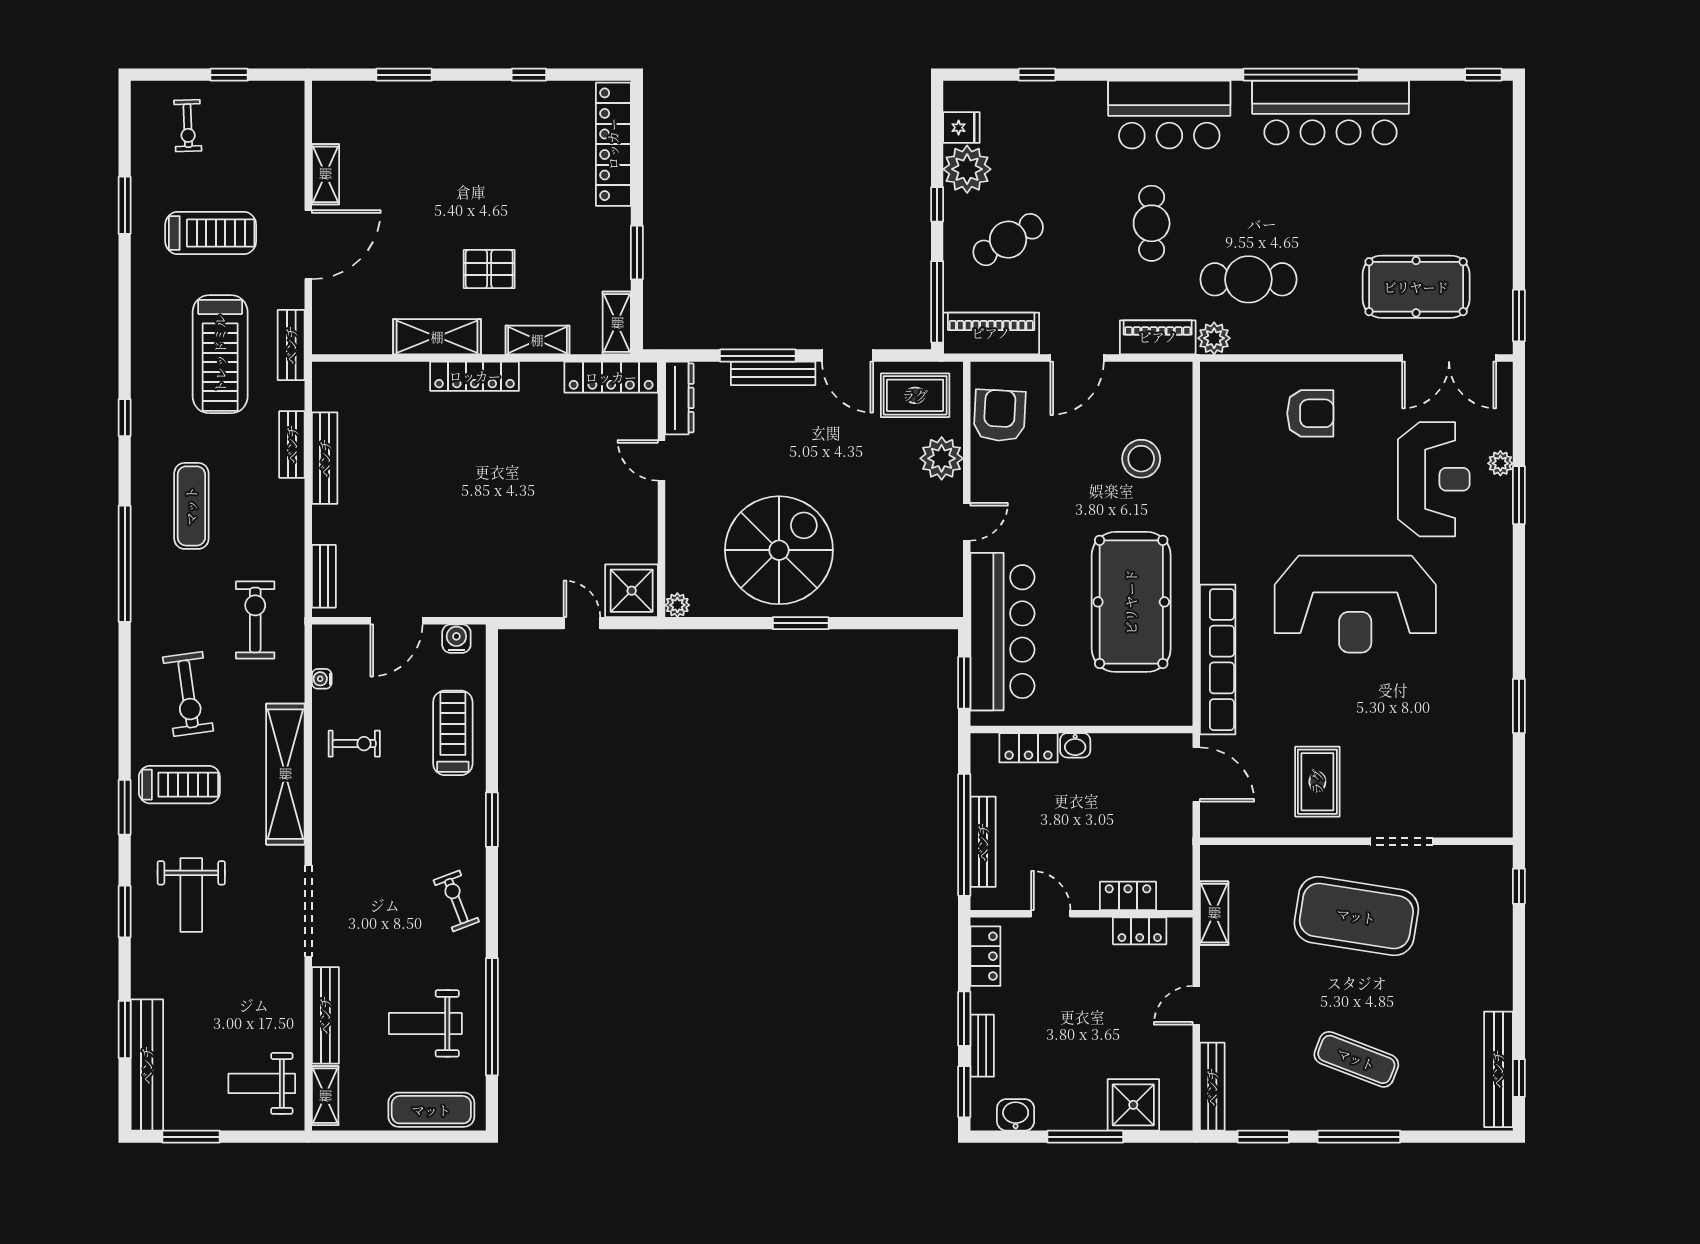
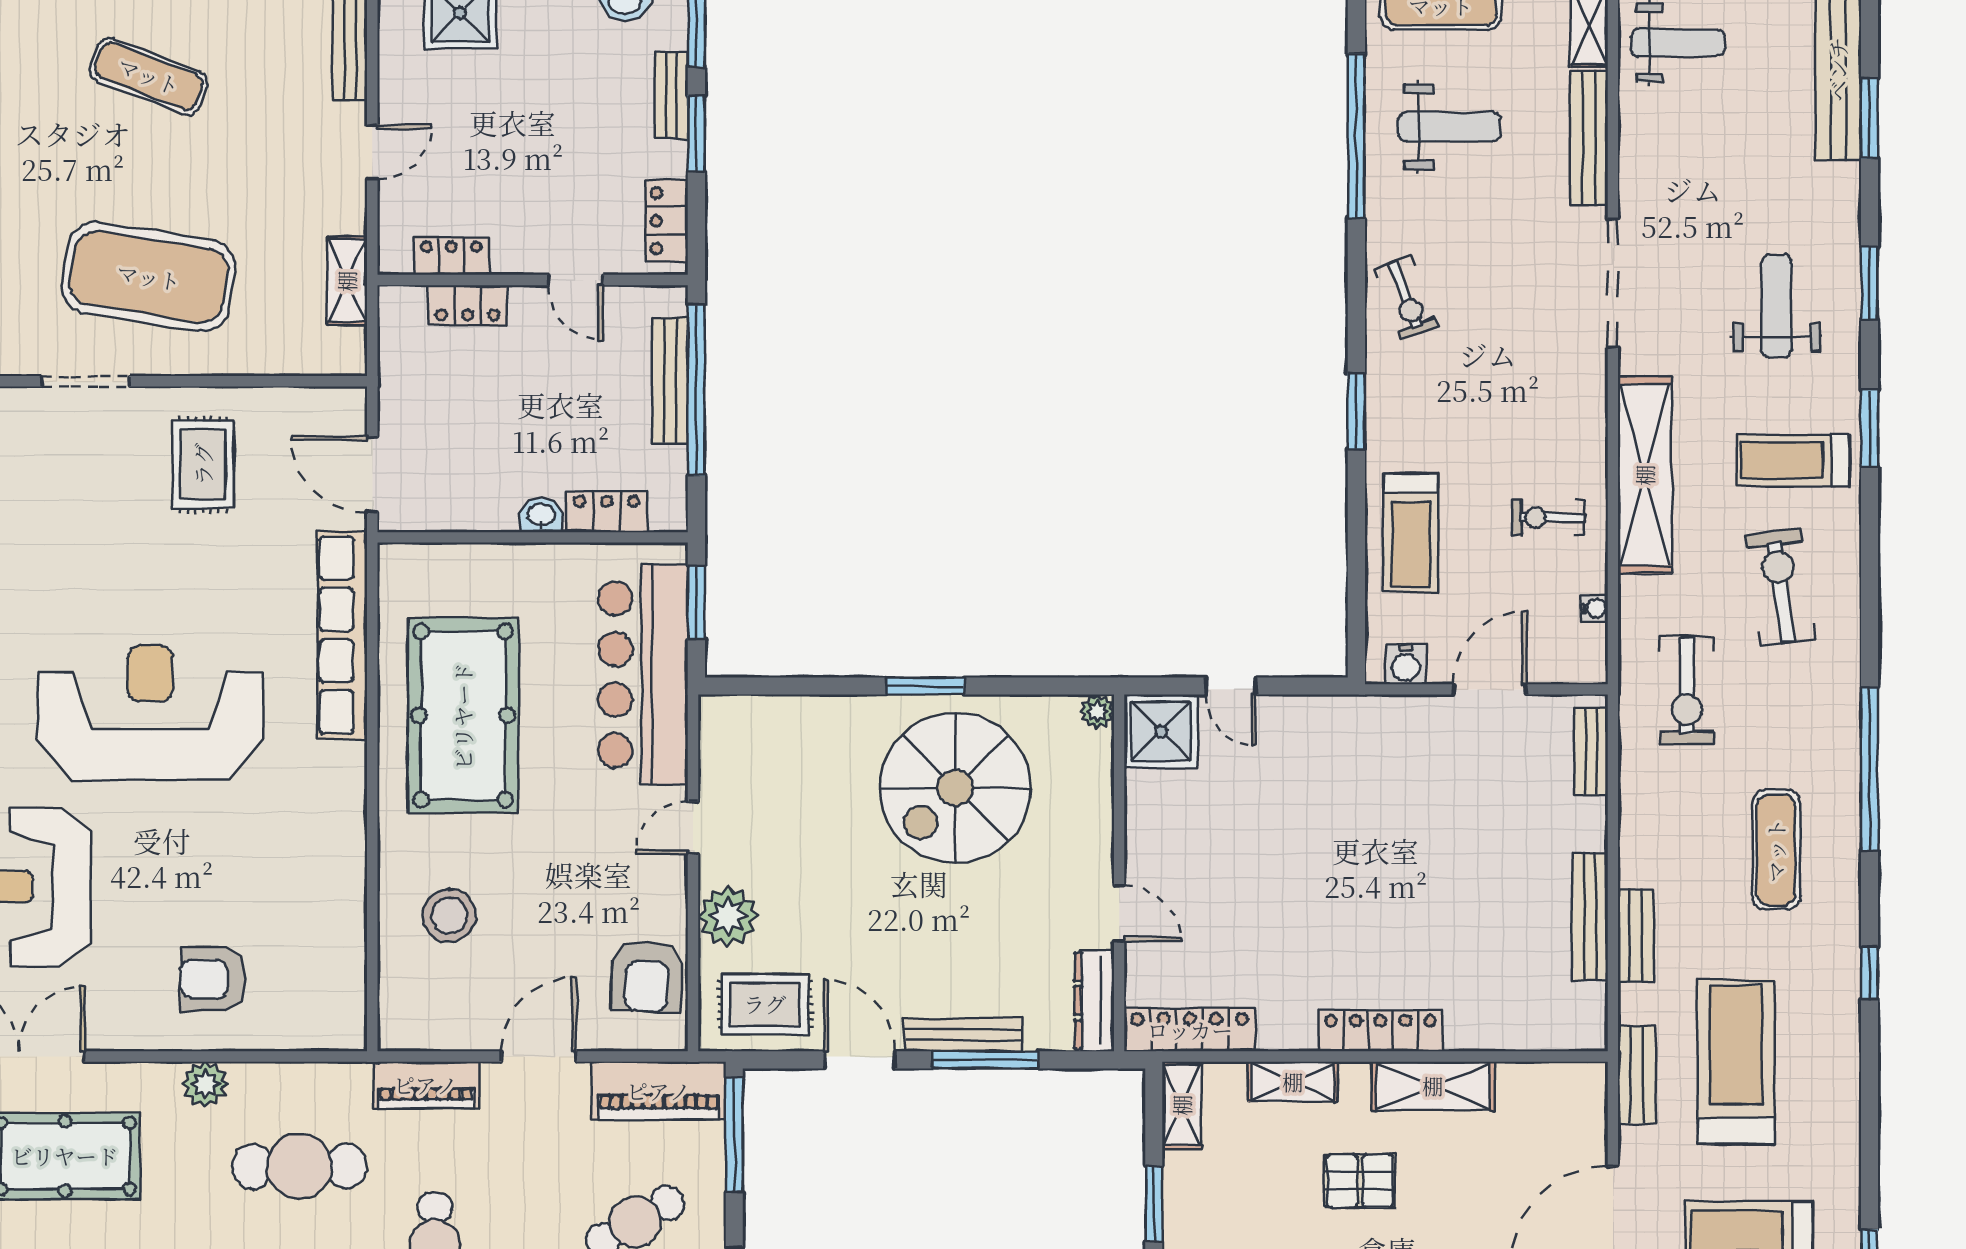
plant: (1214, 338) -> (205, 1084), moved

